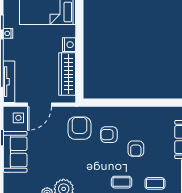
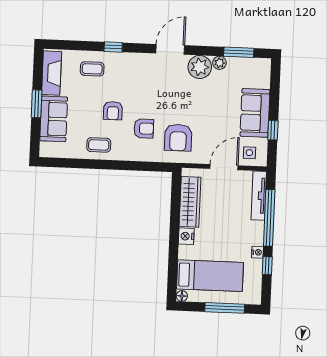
armchair: (136, 149) -> (113, 111), turned 180
coffee table: (122, 182) -> (99, 145), moved

